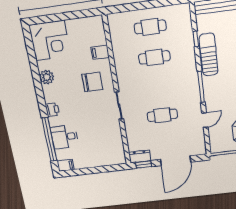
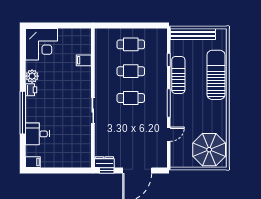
chair: (92, 82) -> (72, 86), removed
printer: (52, 110) -> (31, 90), moved
cafe table: (162, 115) -> (131, 98), moved
window: (49, 139) -> (23, 113), moved

